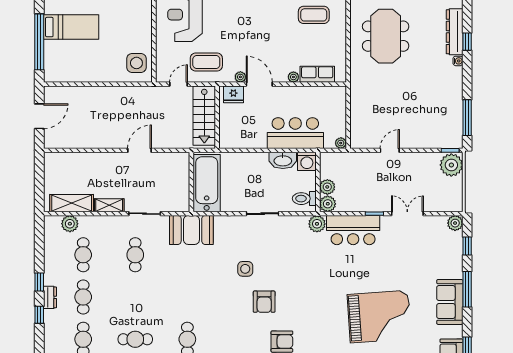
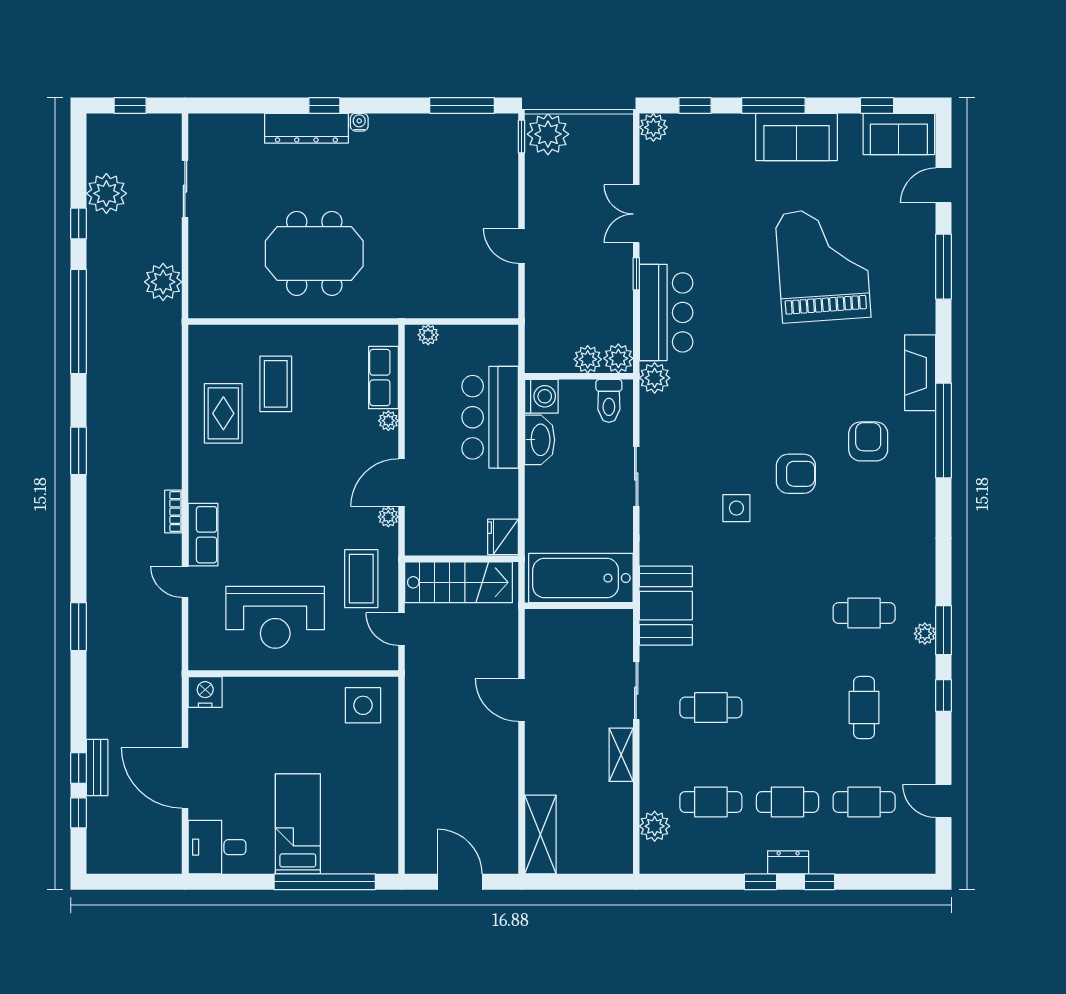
fridge: (233, 94) -> (503, 537), moved, turned 180
plant: (341, 143) -> (428, 335), moved
shelving: (72, 203) -> (540, 835), moved

